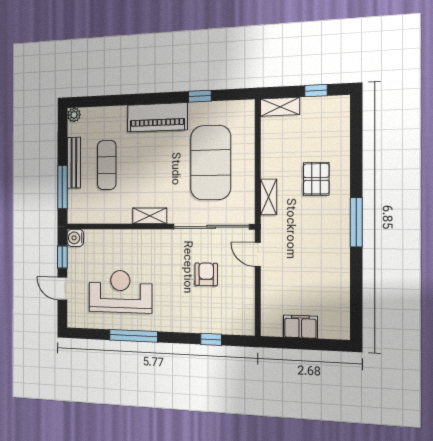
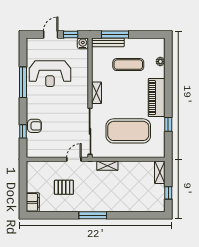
plant: (74, 115) -> (160, 62), moved
bench: (74, 163) -> (108, 42), moved
pallet: (316, 179) -> (64, 187), moved
armchair: (206, 274) -> (34, 126), moved
reception desk: (120, 291) -> (50, 74), turned 90
filing cabinet: (300, 327) -> (33, 202), moved

